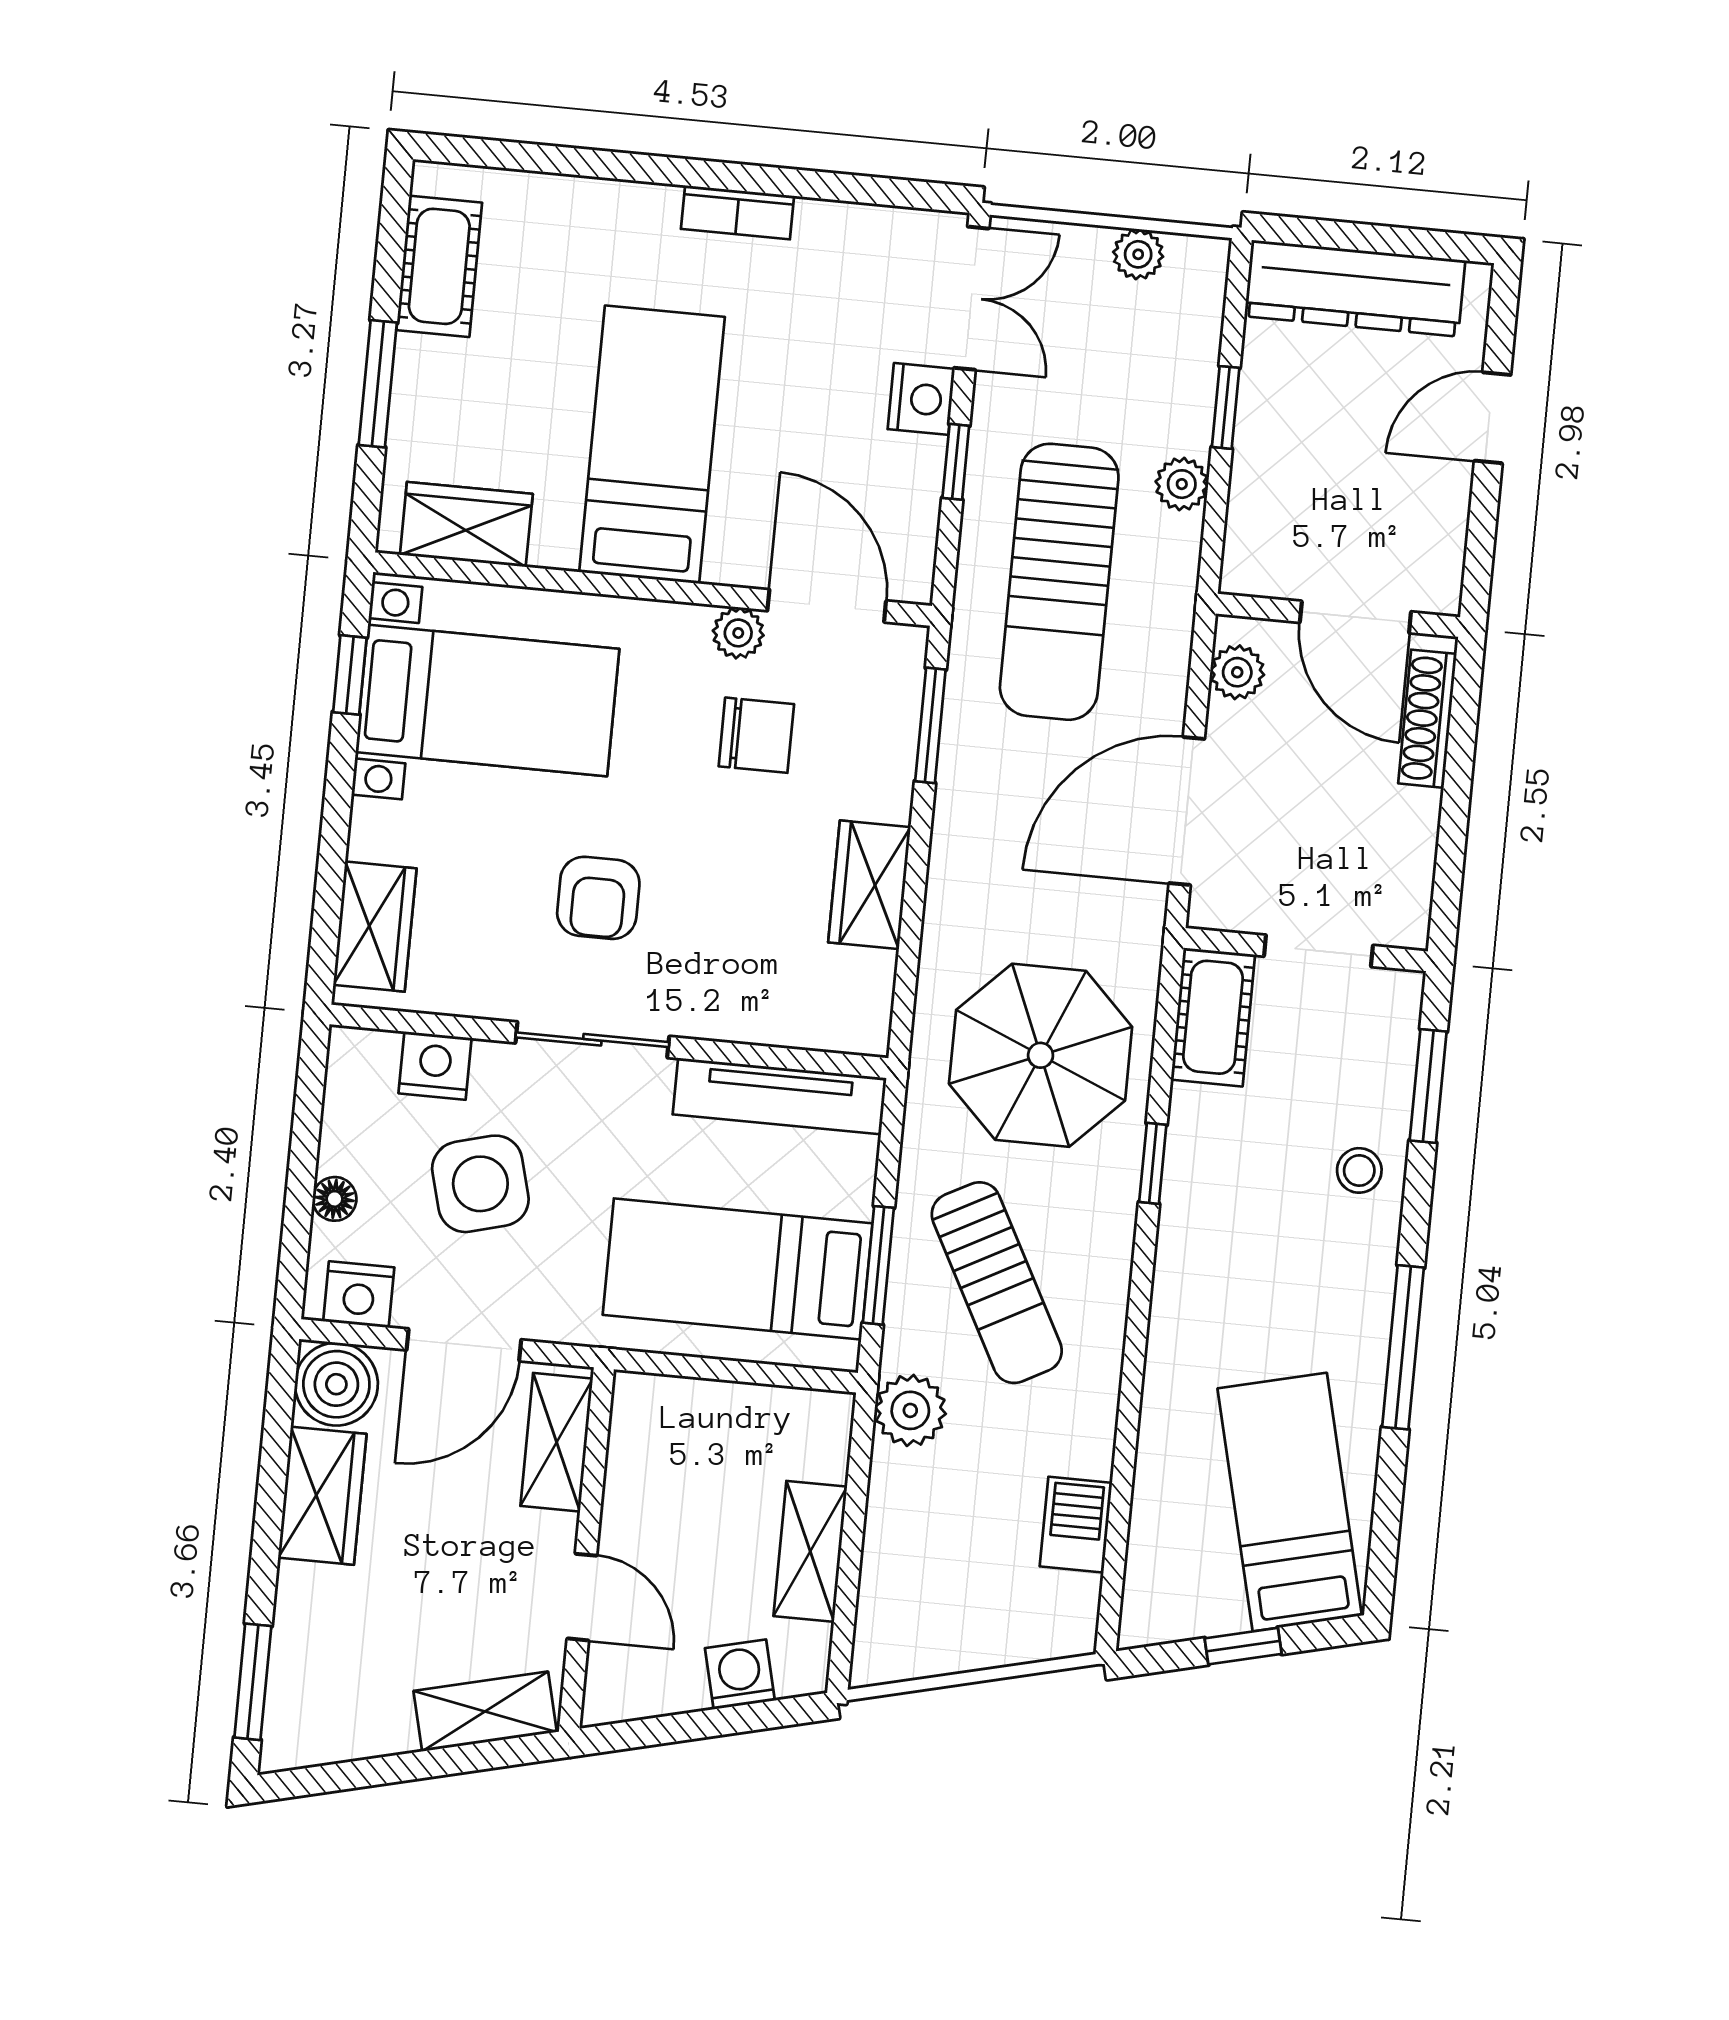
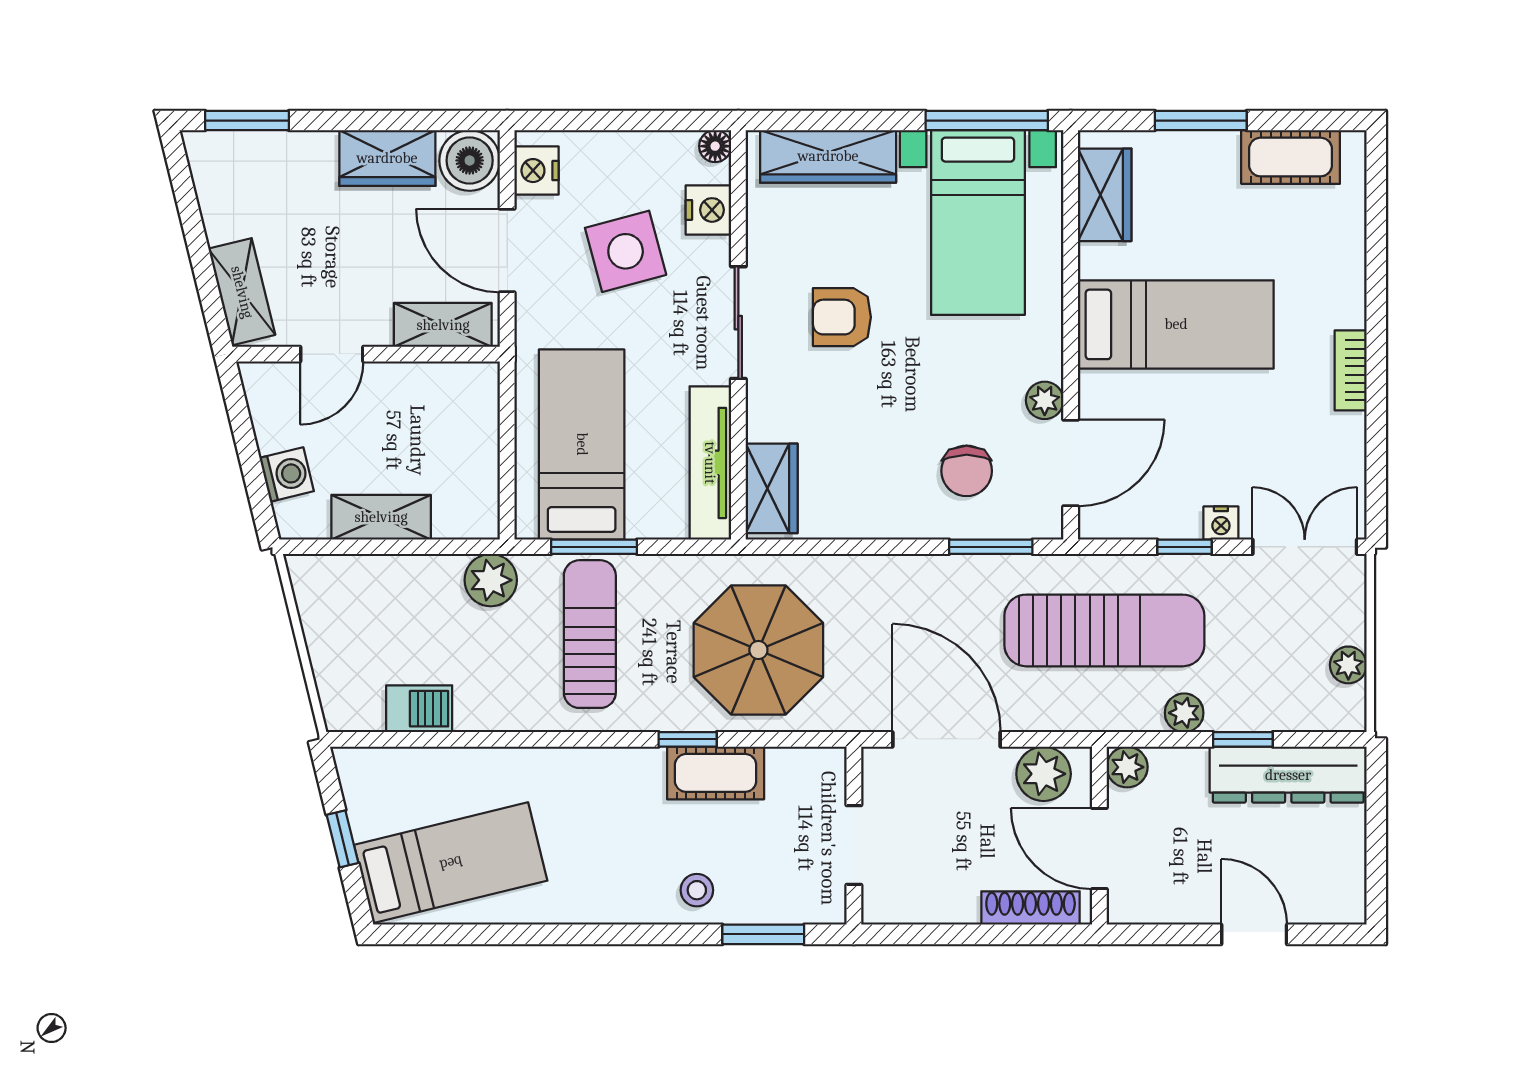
dresser: (1355, 288) -> (1288, 775), moved, turned -90
double door: (972, 298) -> (1305, 547), swing flipped
nightstand: (921, 399) -> (1221, 523), width x0.72, depth x0.74
plant: (1248, 569) -> (1127, 767), added
sun lounger: (1059, 582) -> (1104, 630), turned 180
door: (1355, 617) -> (1099, 849), hinge flipped
plant: (1237, 672) -> (1044, 774), width x1.38, depth x1.38
window: (350, 675) -> (987, 121), width x2.17
chair: (756, 735) -> (967, 471), moved
wardrobe: (869, 885) -> (772, 488), moved, turned 90
wardrobe: (375, 927) -> (828, 156), width x1.50
cot: (1213, 1017) -> (716, 773), moved
floor lamp: (335, 1199) -> (715, 146), moved
sun lounger: (997, 1283) -> (590, 634), turned 118
window: (1403, 1347) -> (571, 934), removed

